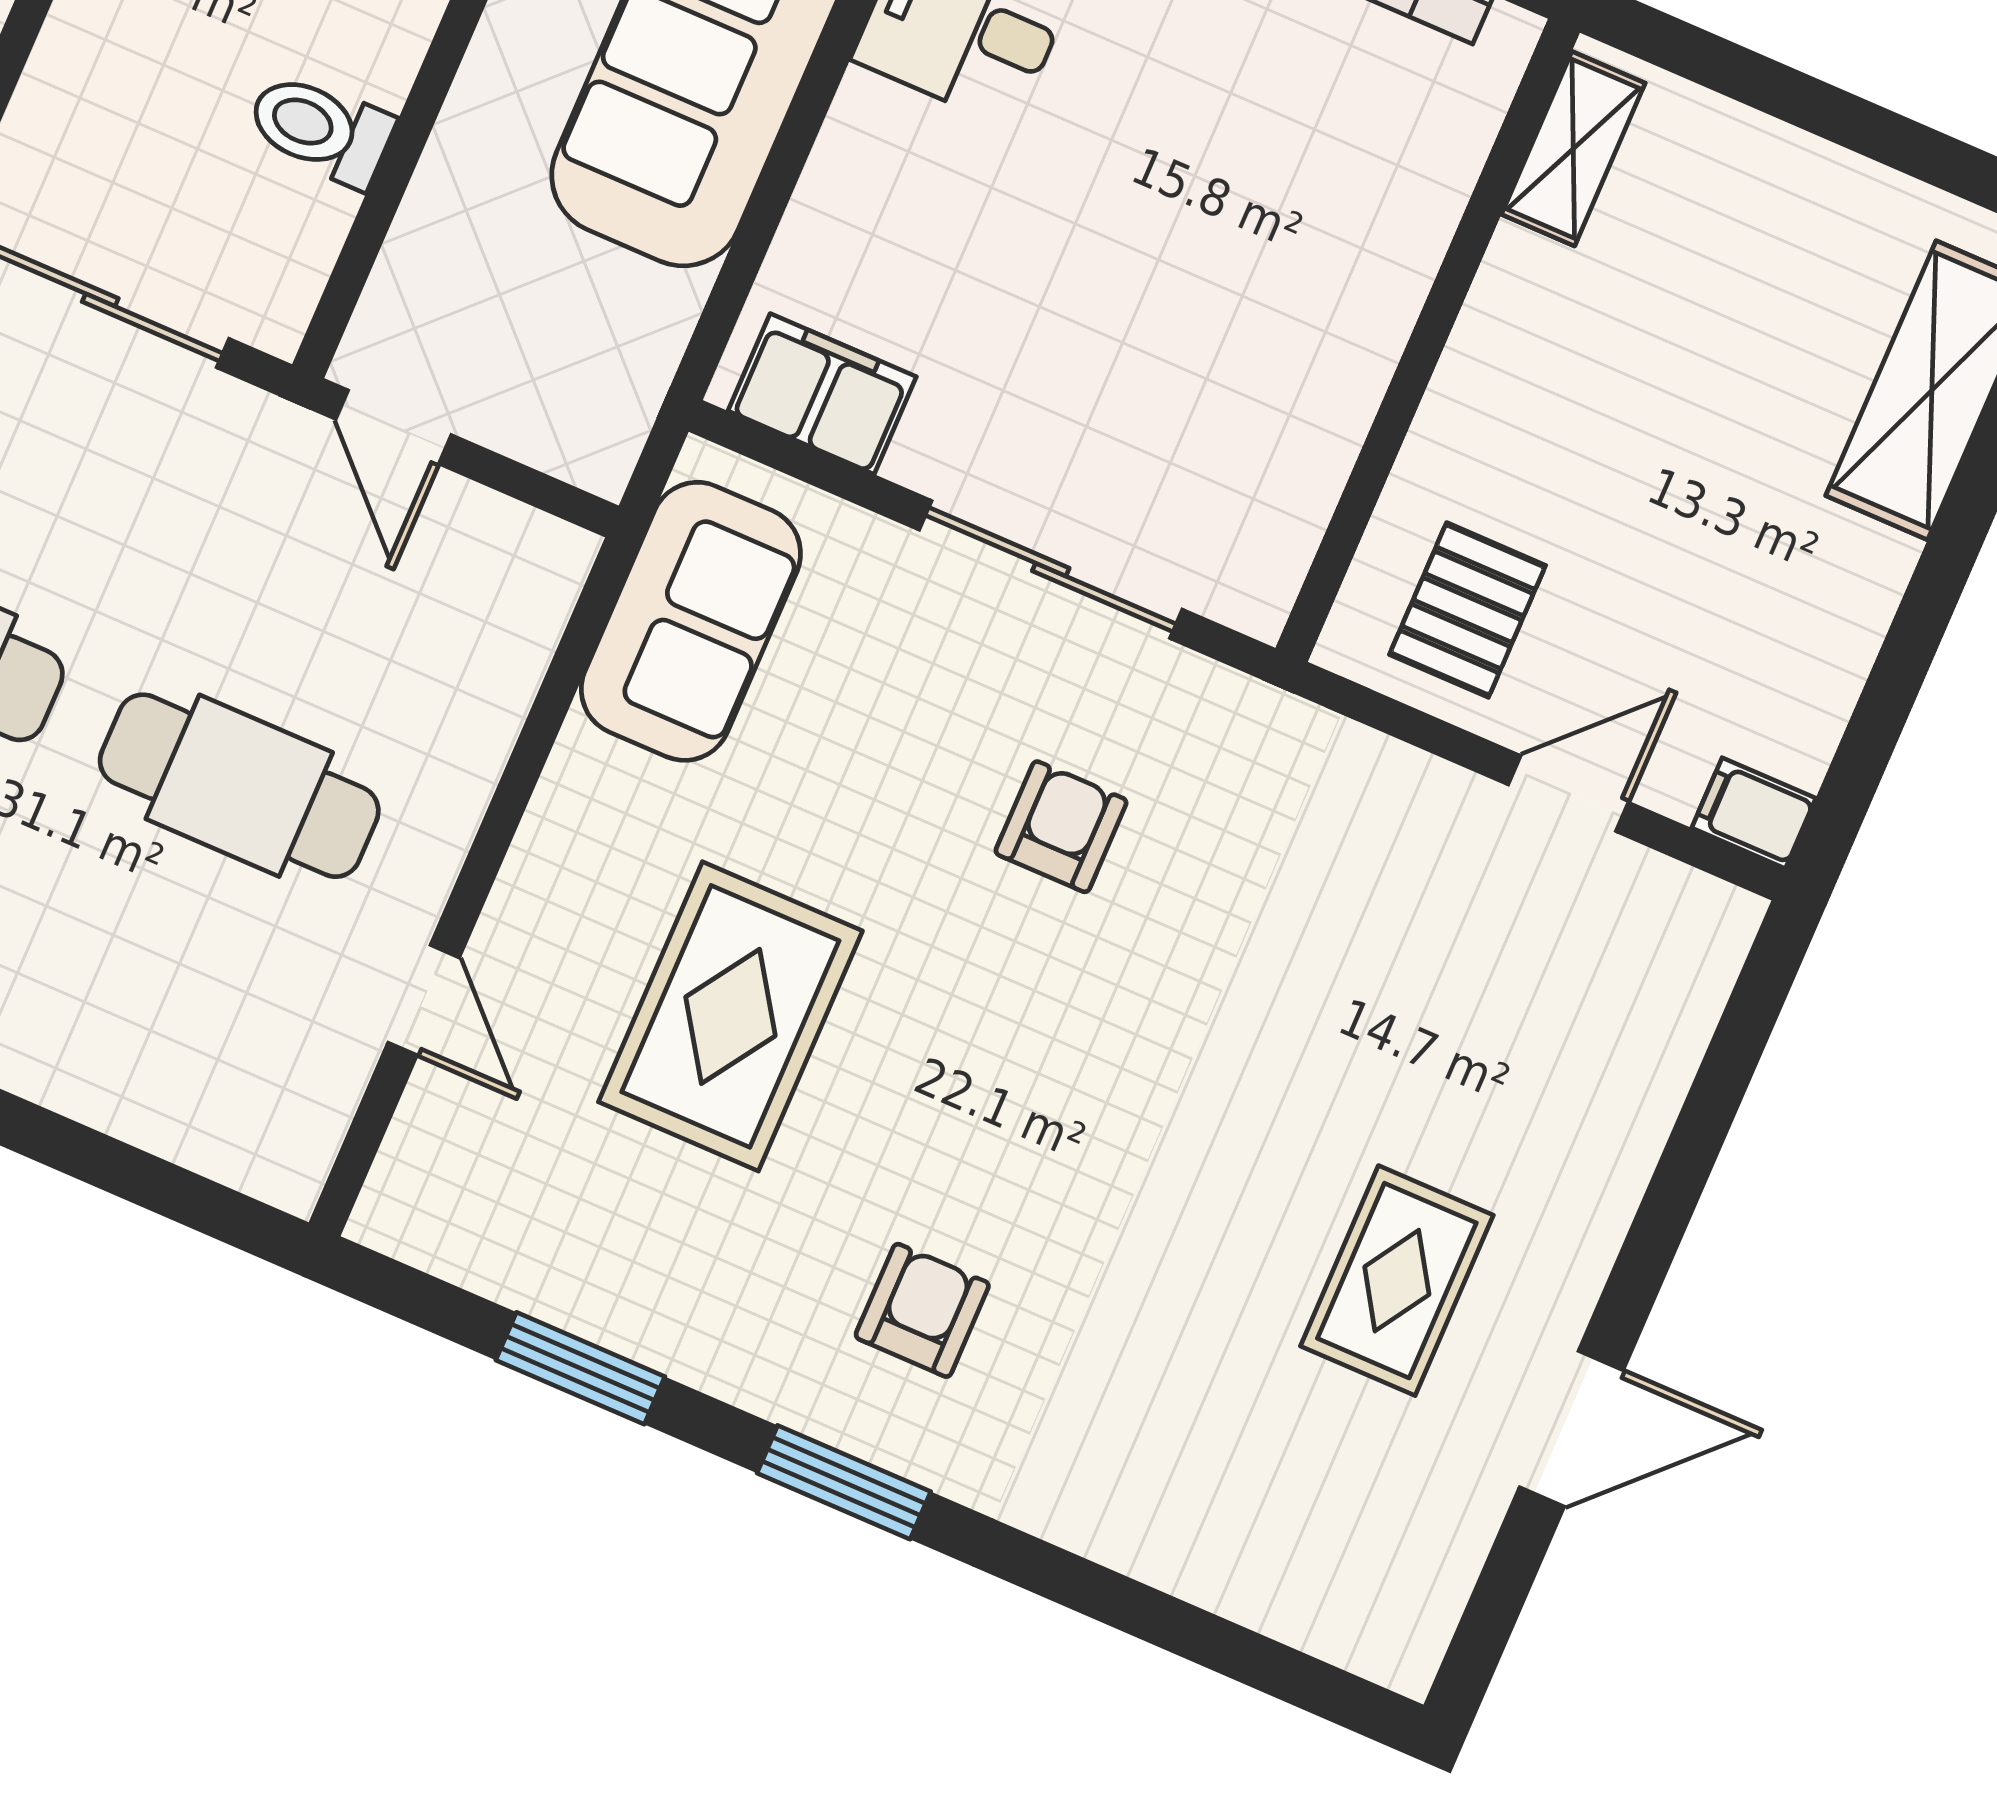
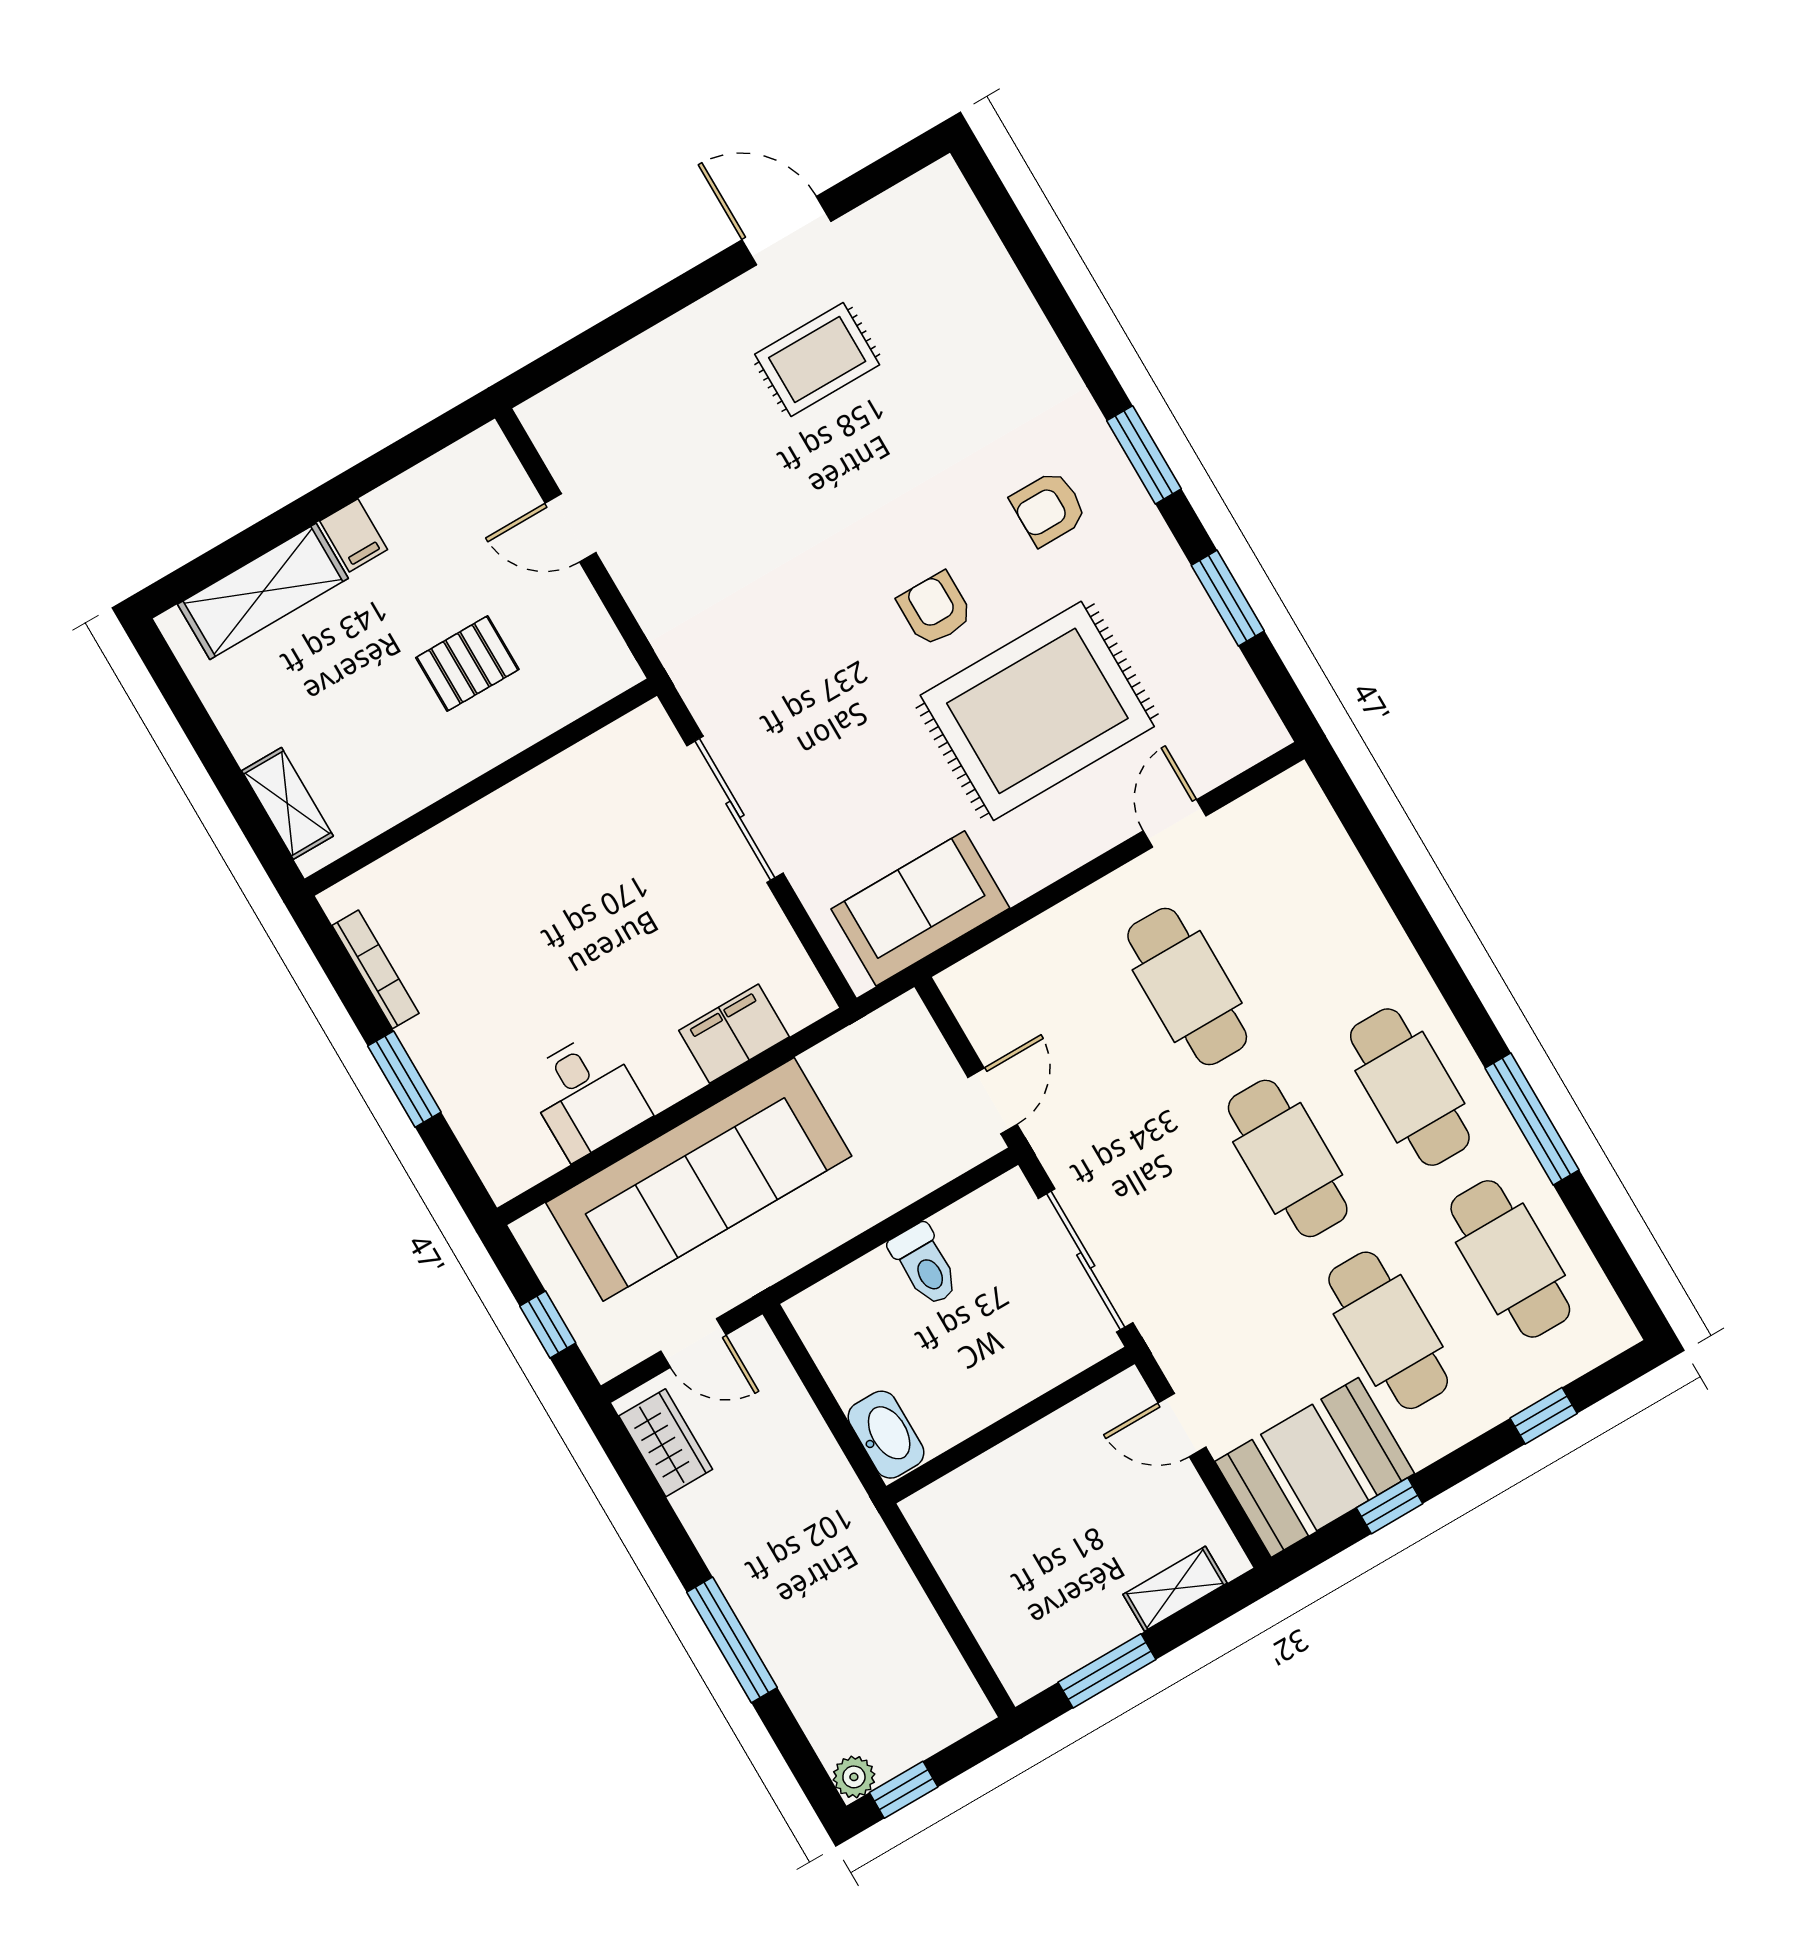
shelving: (1573, 149) -> (287, 803), moved, turned 90
filing cabinet: (822, 394) -> (734, 1034), moved, turned 90
pallet: (1468, 610) -> (467, 664), moved
filing cabinet: (1754, 813) -> (354, 535), moved
armchair: (1061, 827) -> (935, 609), moved, turned 90
rug: (730, 1016) -> (1037, 711), width x1.37, depth x1.44

